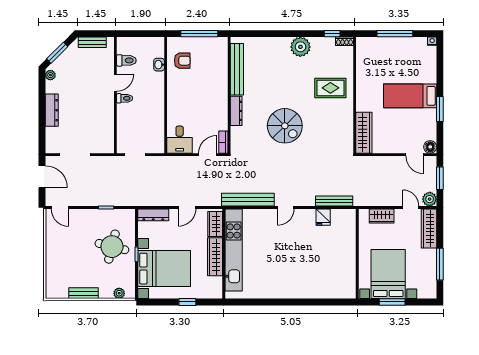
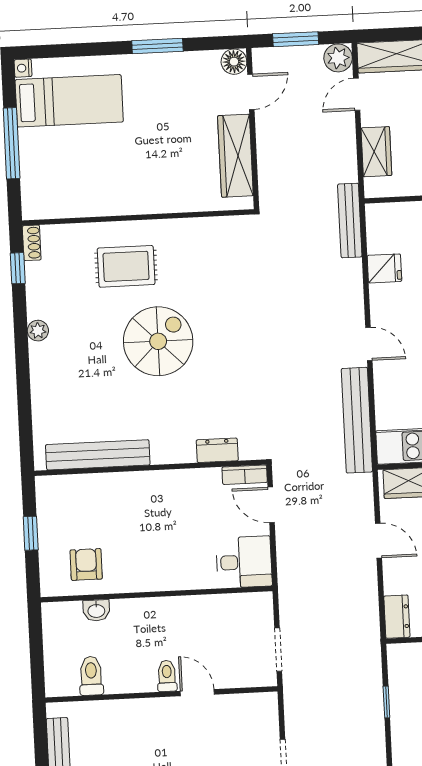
window: (199, 34) -> (31, 533), width x0.46
plant: (300, 47) -> (38, 331), width x0.53, depth x0.53
door: (115, 83) -> (197, 693), moved
rug: (330, 88) -> (126, 266), turned 90
bed: (410, 96) -> (69, 101), moved, turned -90
dresser: (236, 111) -> (217, 450), moved, width x0.70
spiral stairs: (285, 126) -> (158, 341), moved
wardrobe: (364, 133) -> (235, 156), moved, turned -90
bench: (334, 201) -> (350, 220), moved
dresser: (153, 215) -> (397, 617), width x0.70

